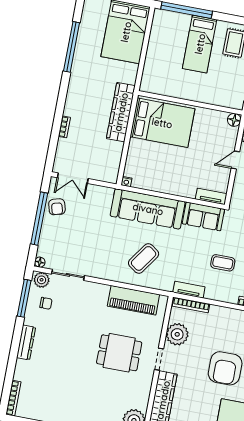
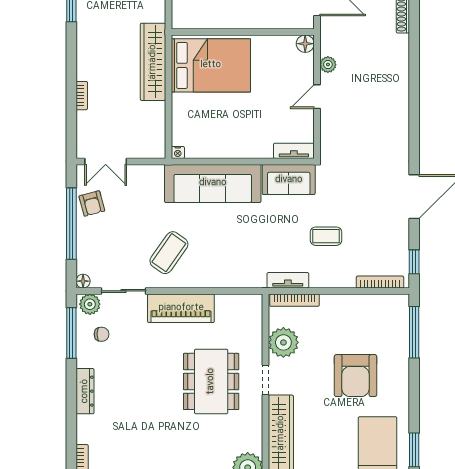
coffee table: (144, 258) -> (169, 253), moved
piano: (133, 300) -> (181, 308), moved
dining table: (119, 353) -> (211, 381), width x1.38

